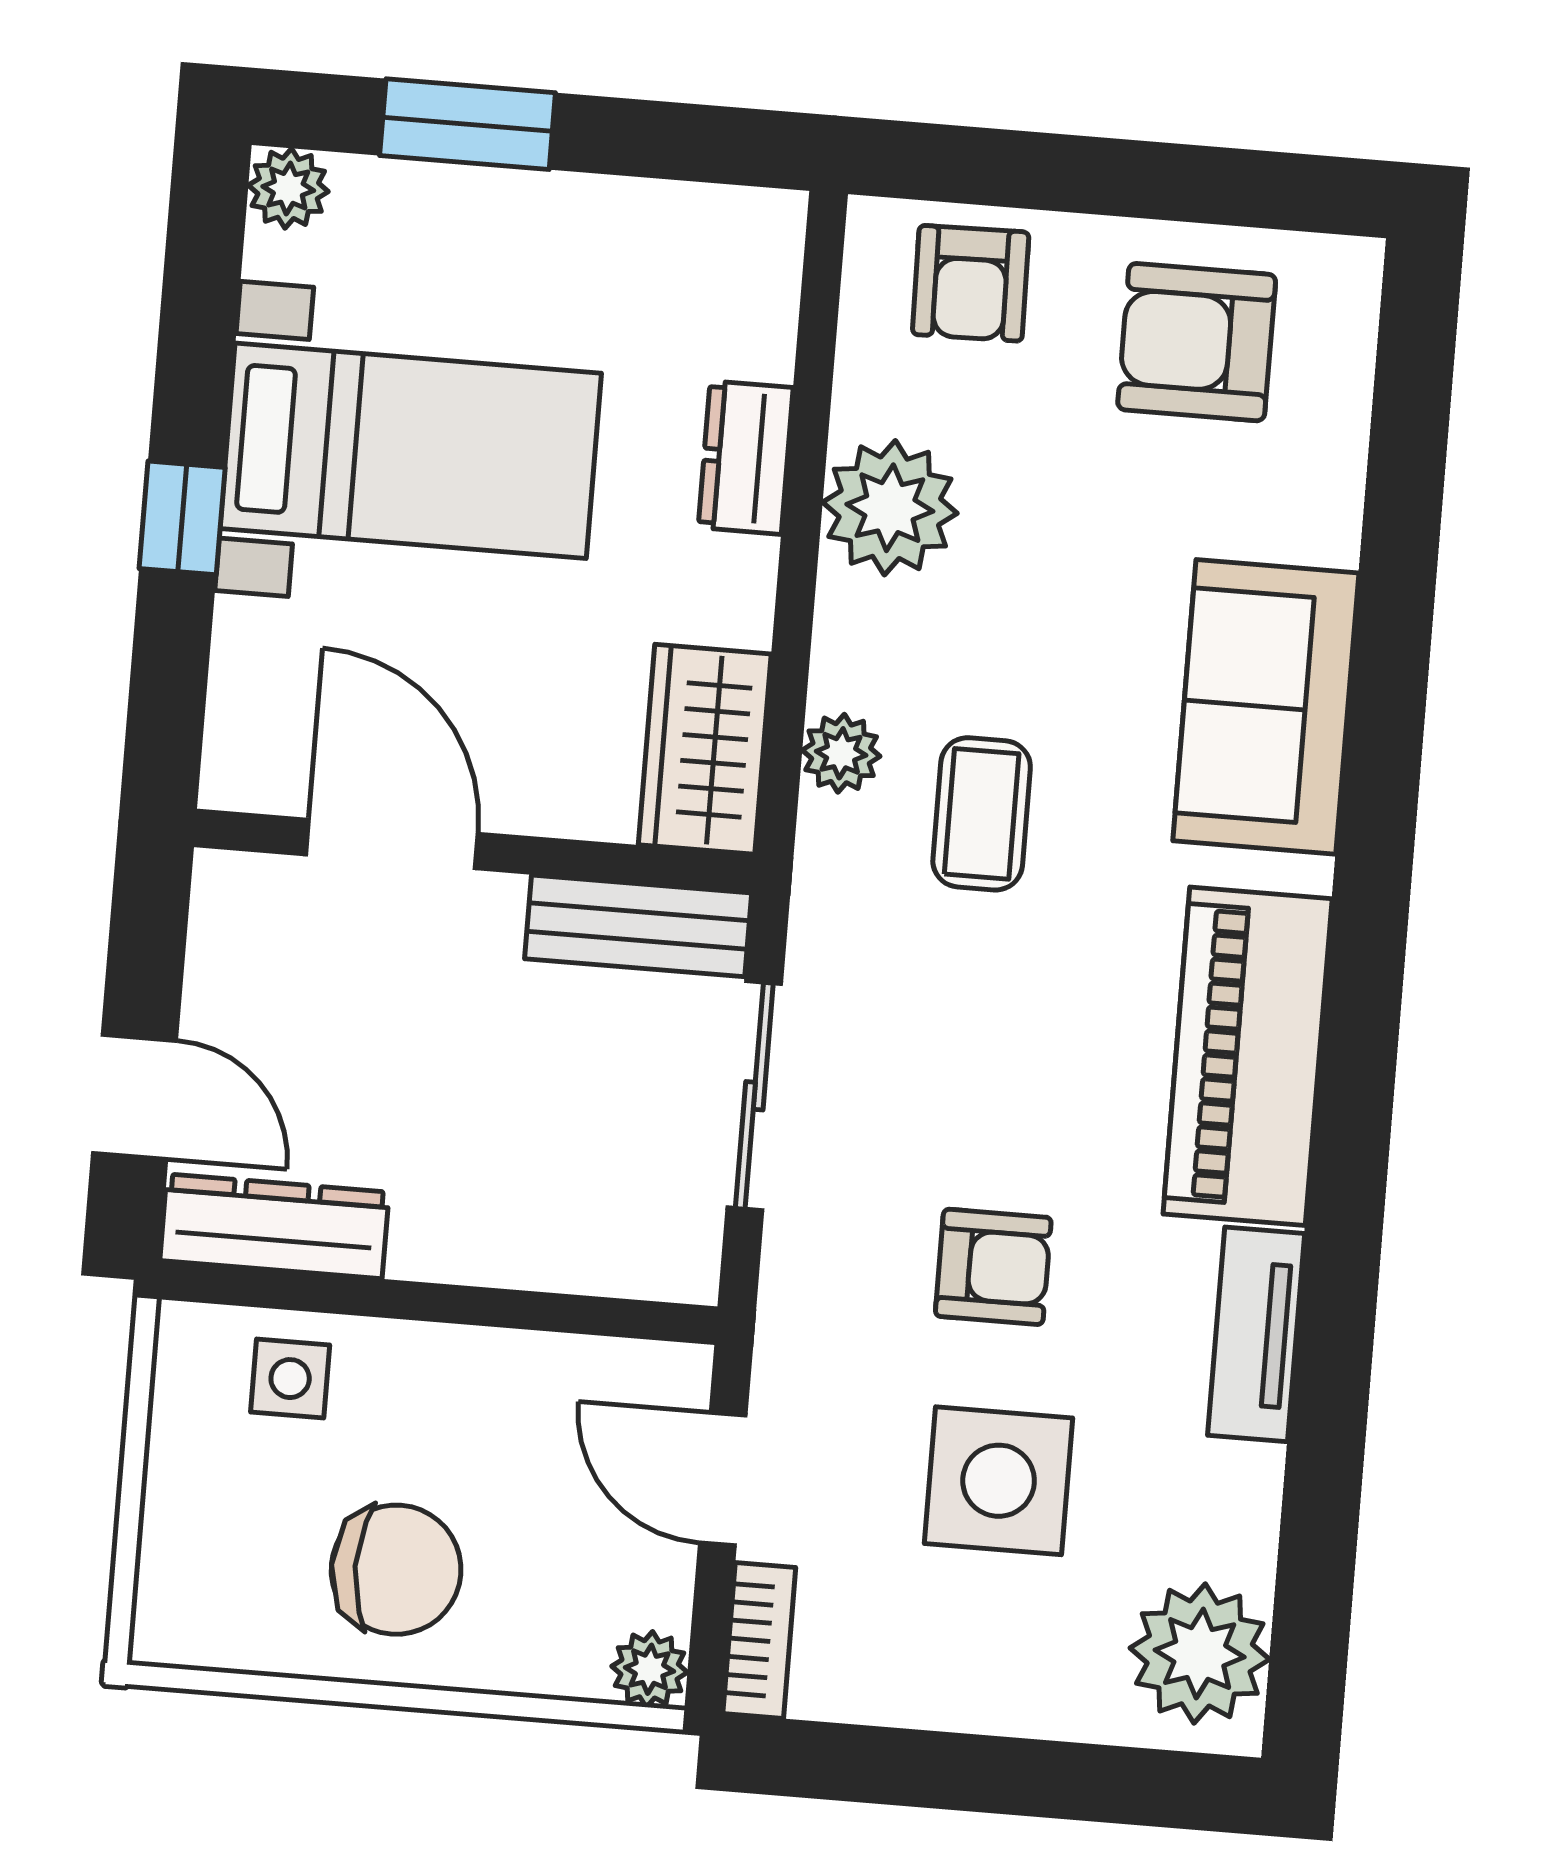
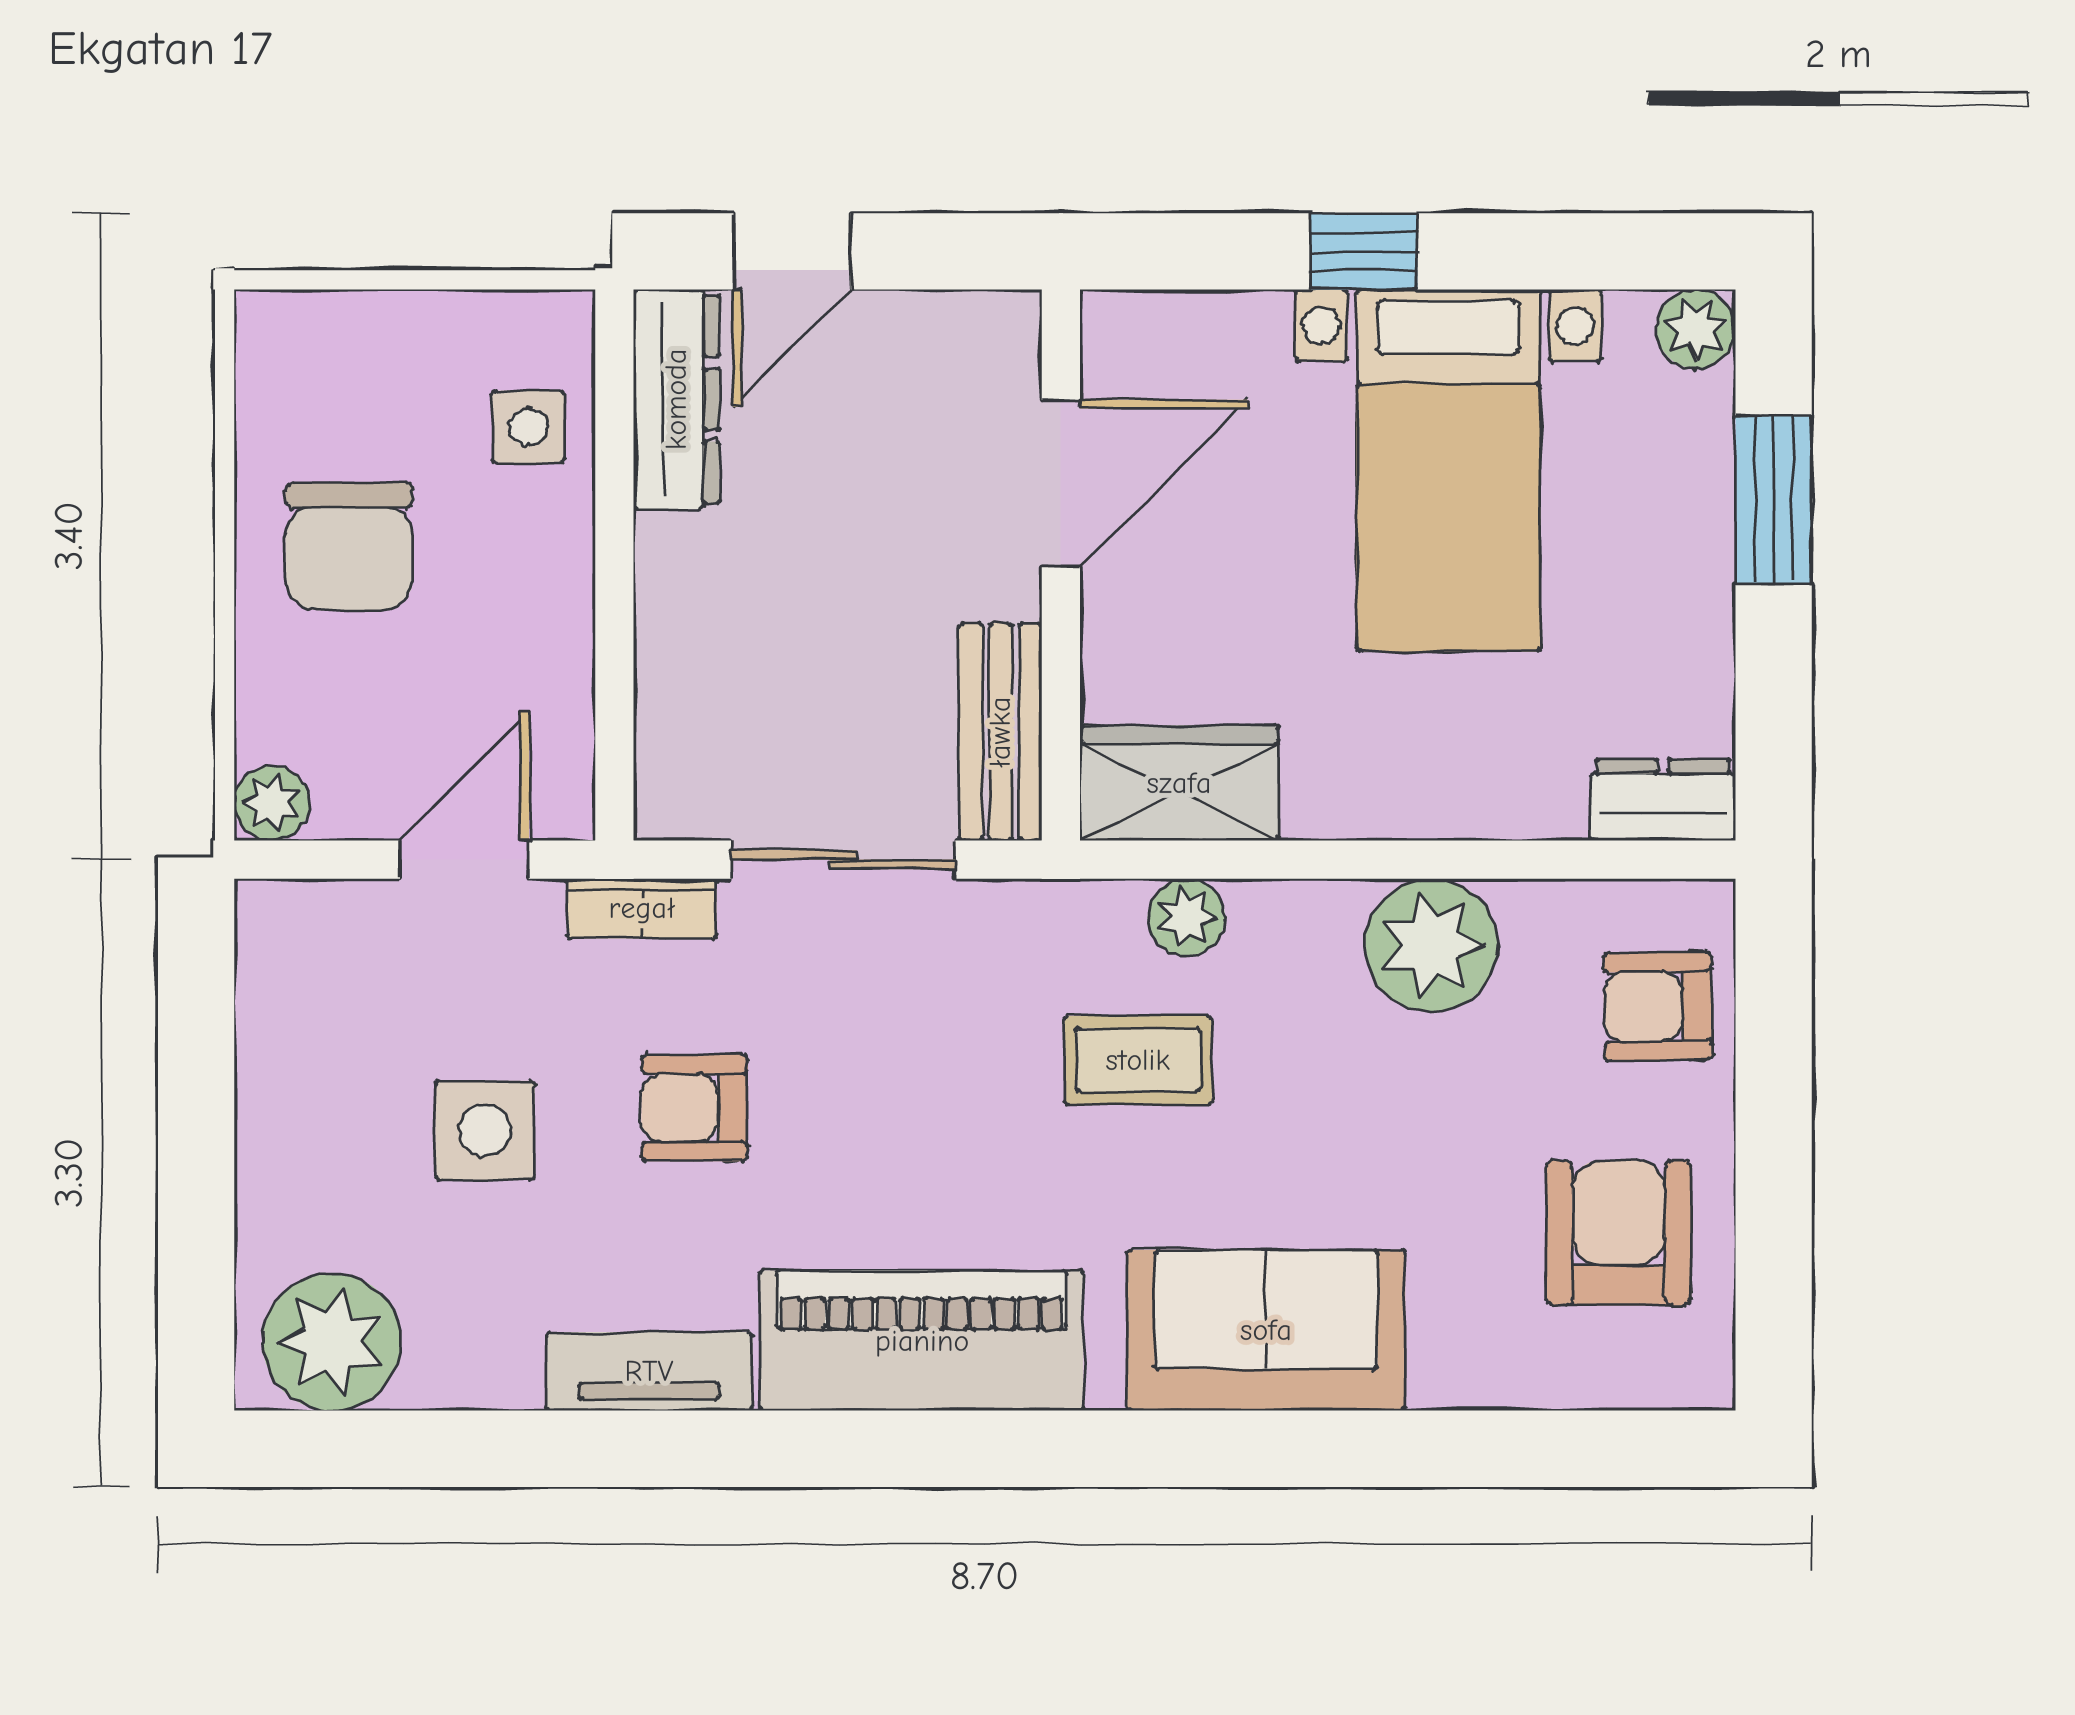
dresser: (746, 458) -> (1663, 800), moved
armchair: (993, 1267) -> (694, 1108), turned 90
side table: (999, 1481) -> (485, 1130), width x0.73, depth x0.73
bookcase: (759, 1640) -> (642, 908), moved

